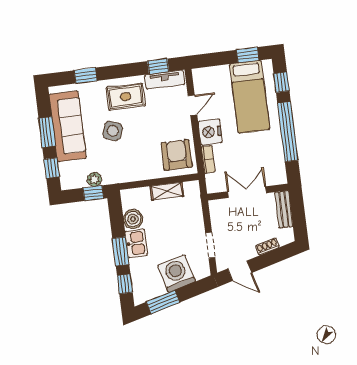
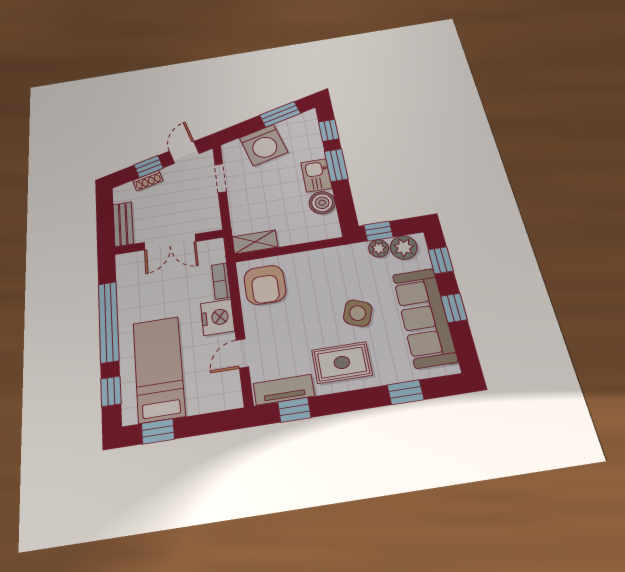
window: (47, 132) -> (454, 308), width x0.67
plant: (76, 179) -> (404, 247), added
shelving: (167, 191) -> (255, 242), moved
window: (268, 259) -> (149, 166), added
door: (240, 271) -> (184, 152), hinge flipped

